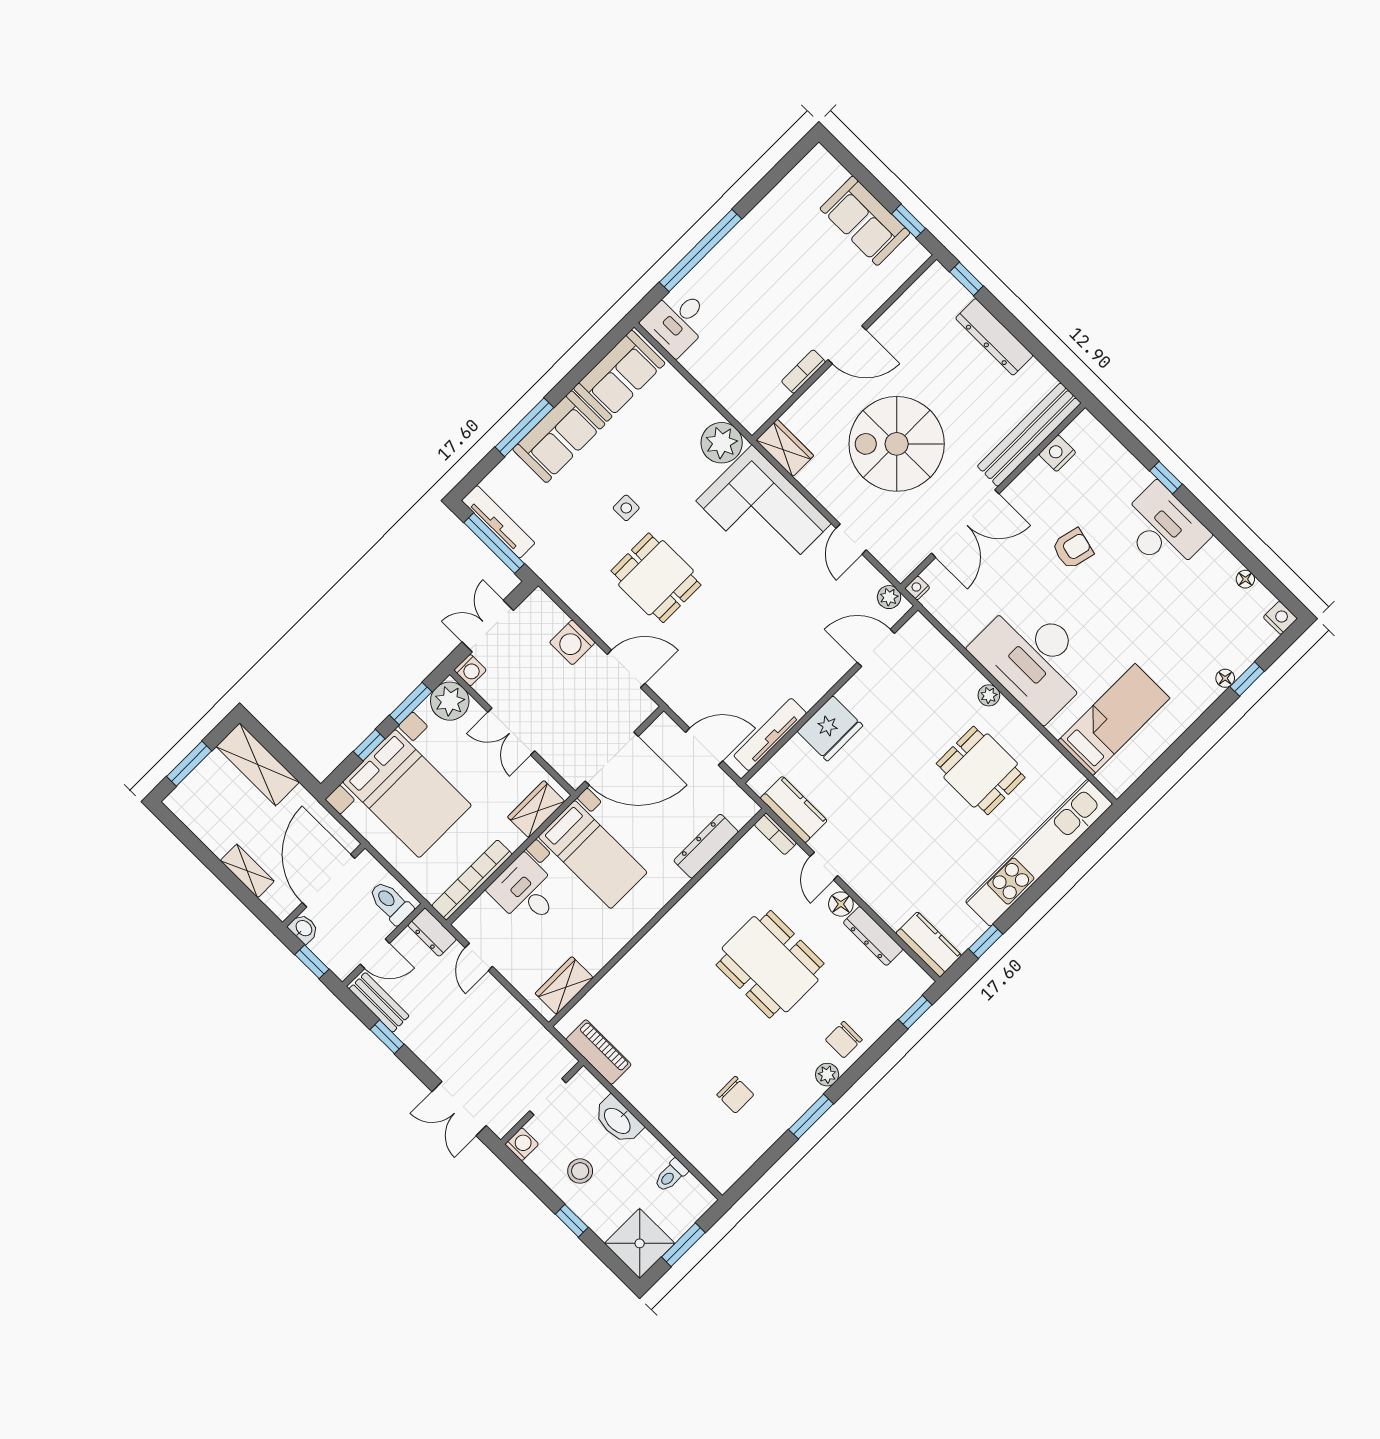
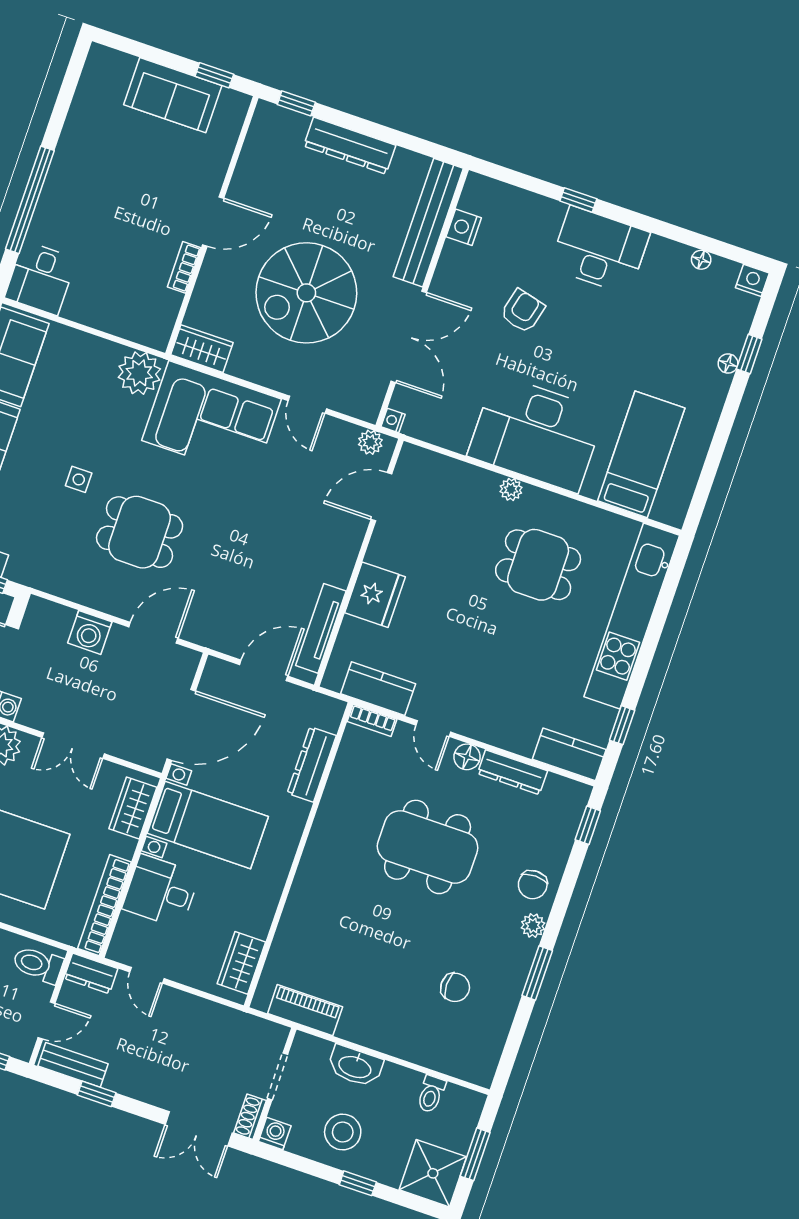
shoe rack: (508, 1120) -> (250, 1117), added
stool: (580, 1171) -> (343, 1132), width x1.38, depth x1.38

